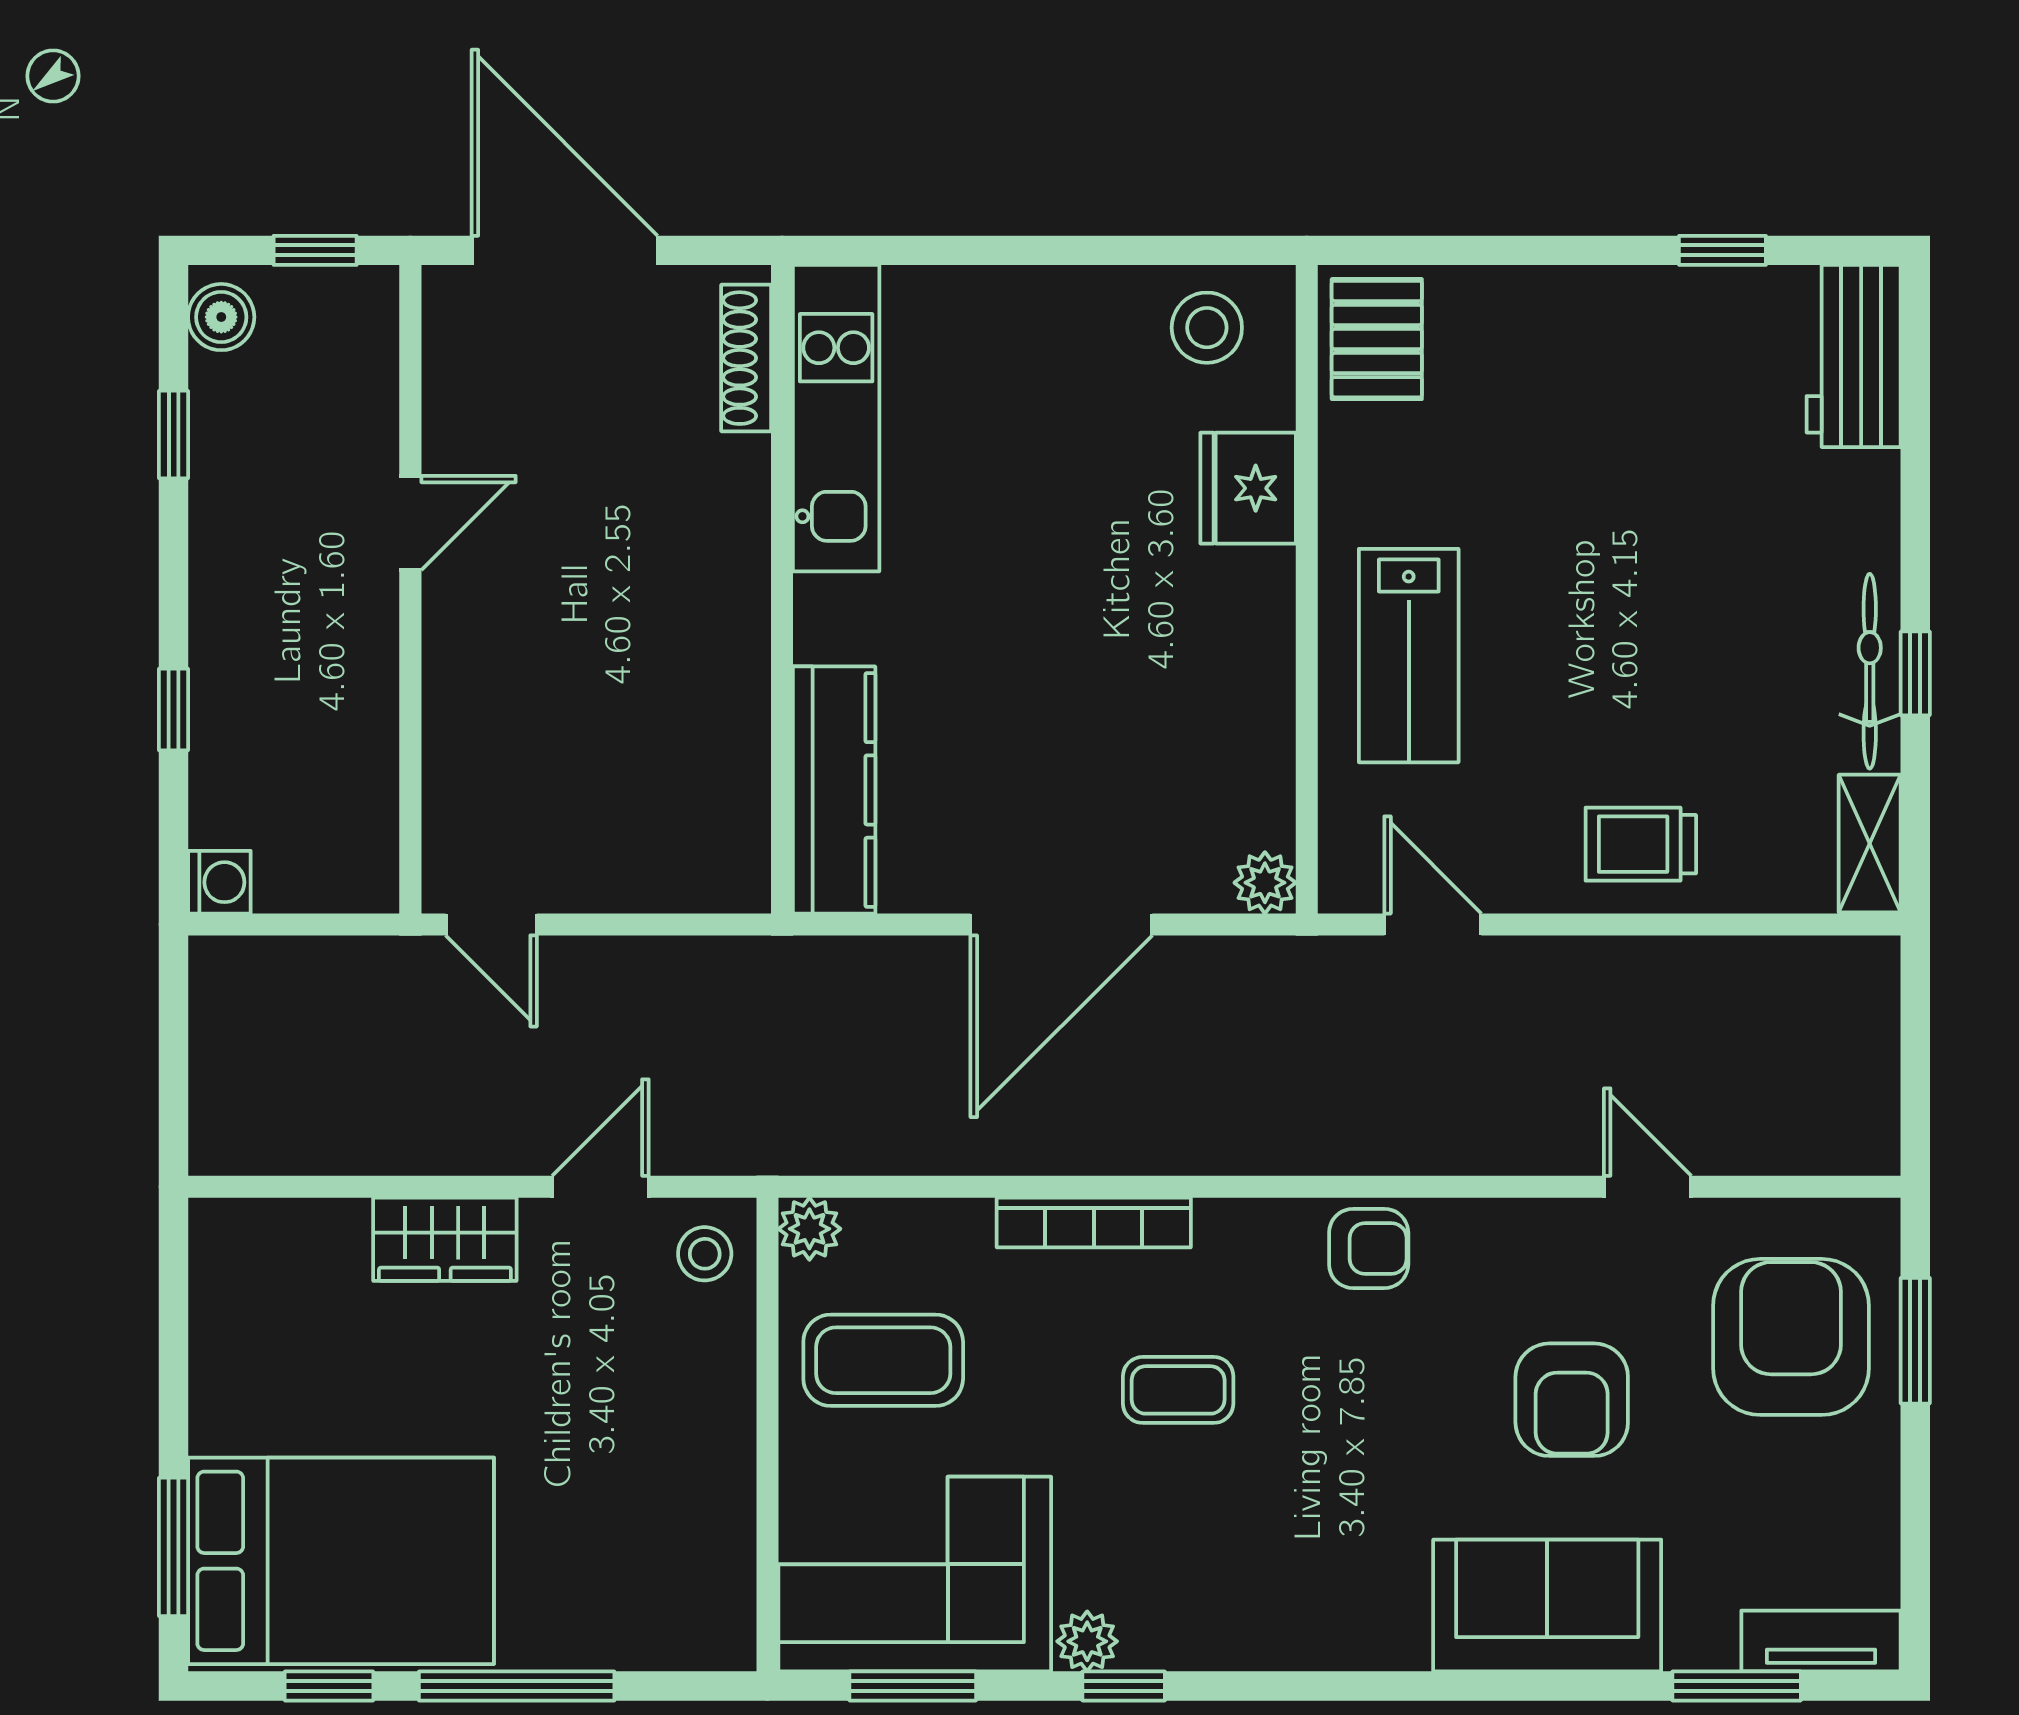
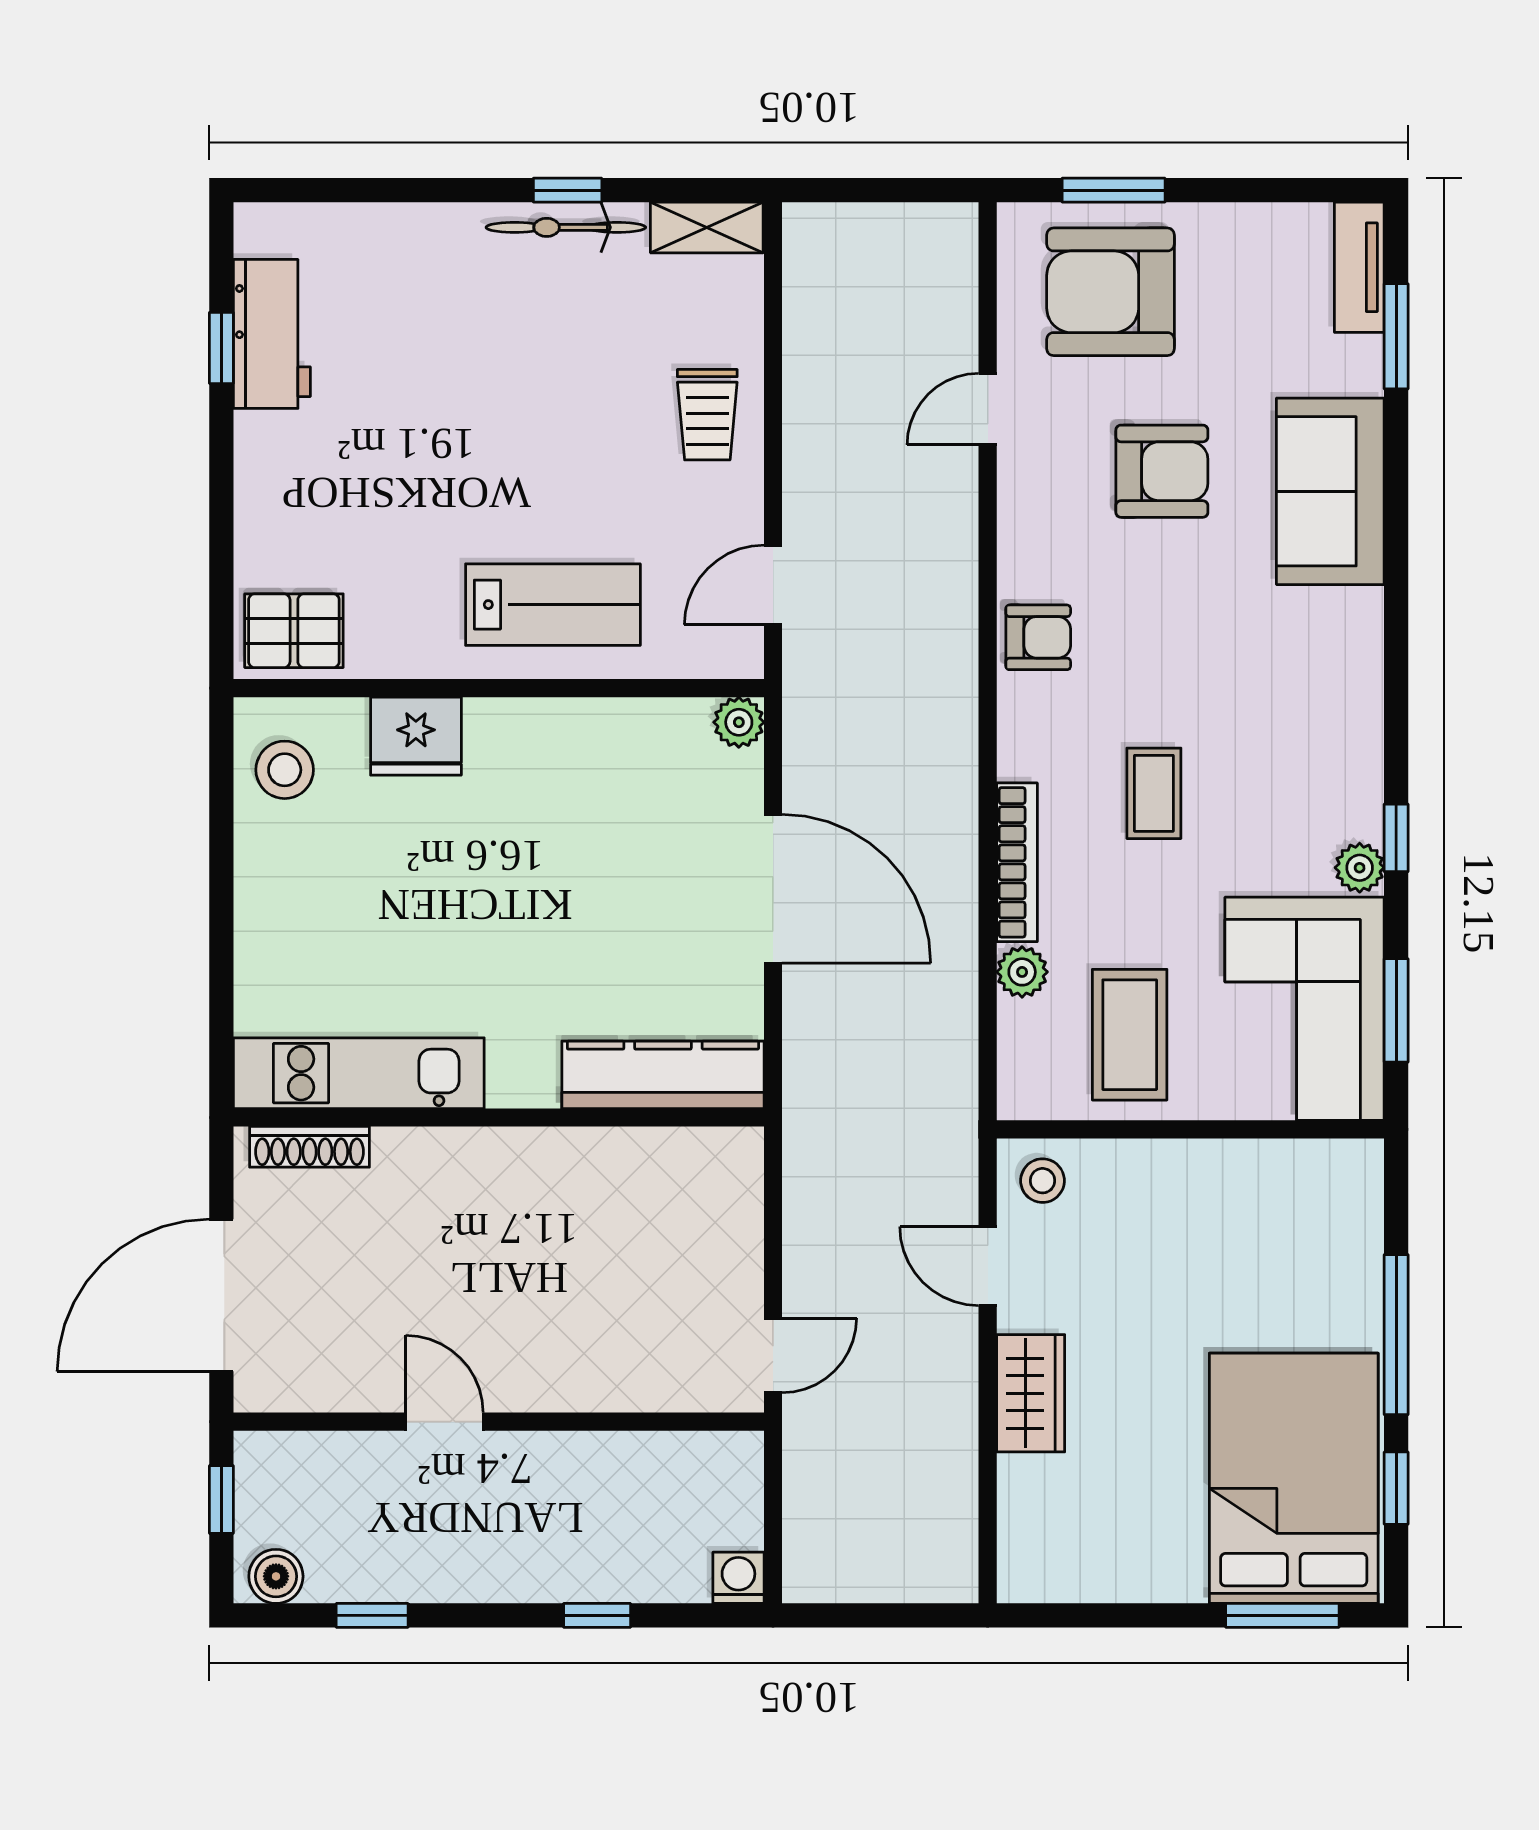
workbench: (1854, 356) -> (272, 334), moved, turned -90
plant: (809, 1229) -> (1022, 972), moved
armchair: (1369, 1248) -> (1038, 637), turned 90

